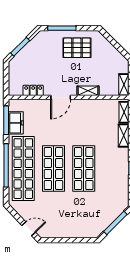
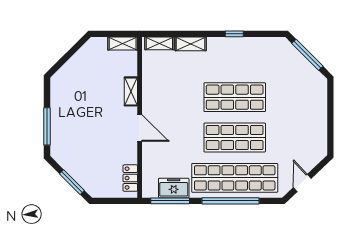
pallet: (77, 48) -> (73, 106), removed
locker: (33, 90) -> (130, 178), moved
door: (29, 229) -> (302, 183), moved

